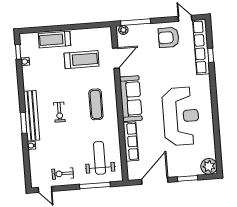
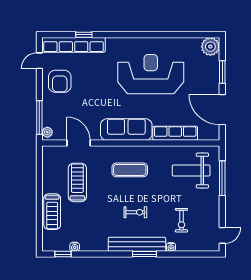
exercise bike: (63, 174) -> (181, 220), moved

